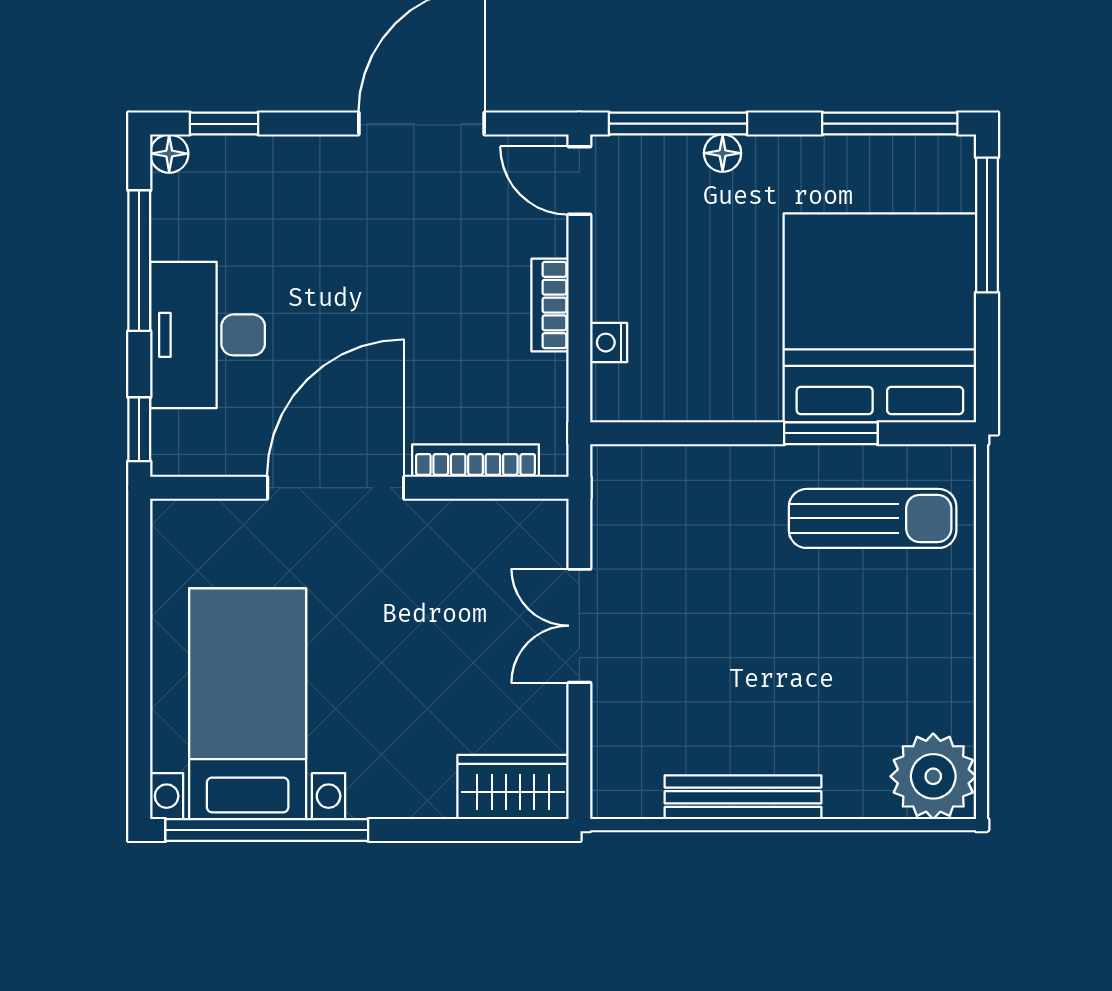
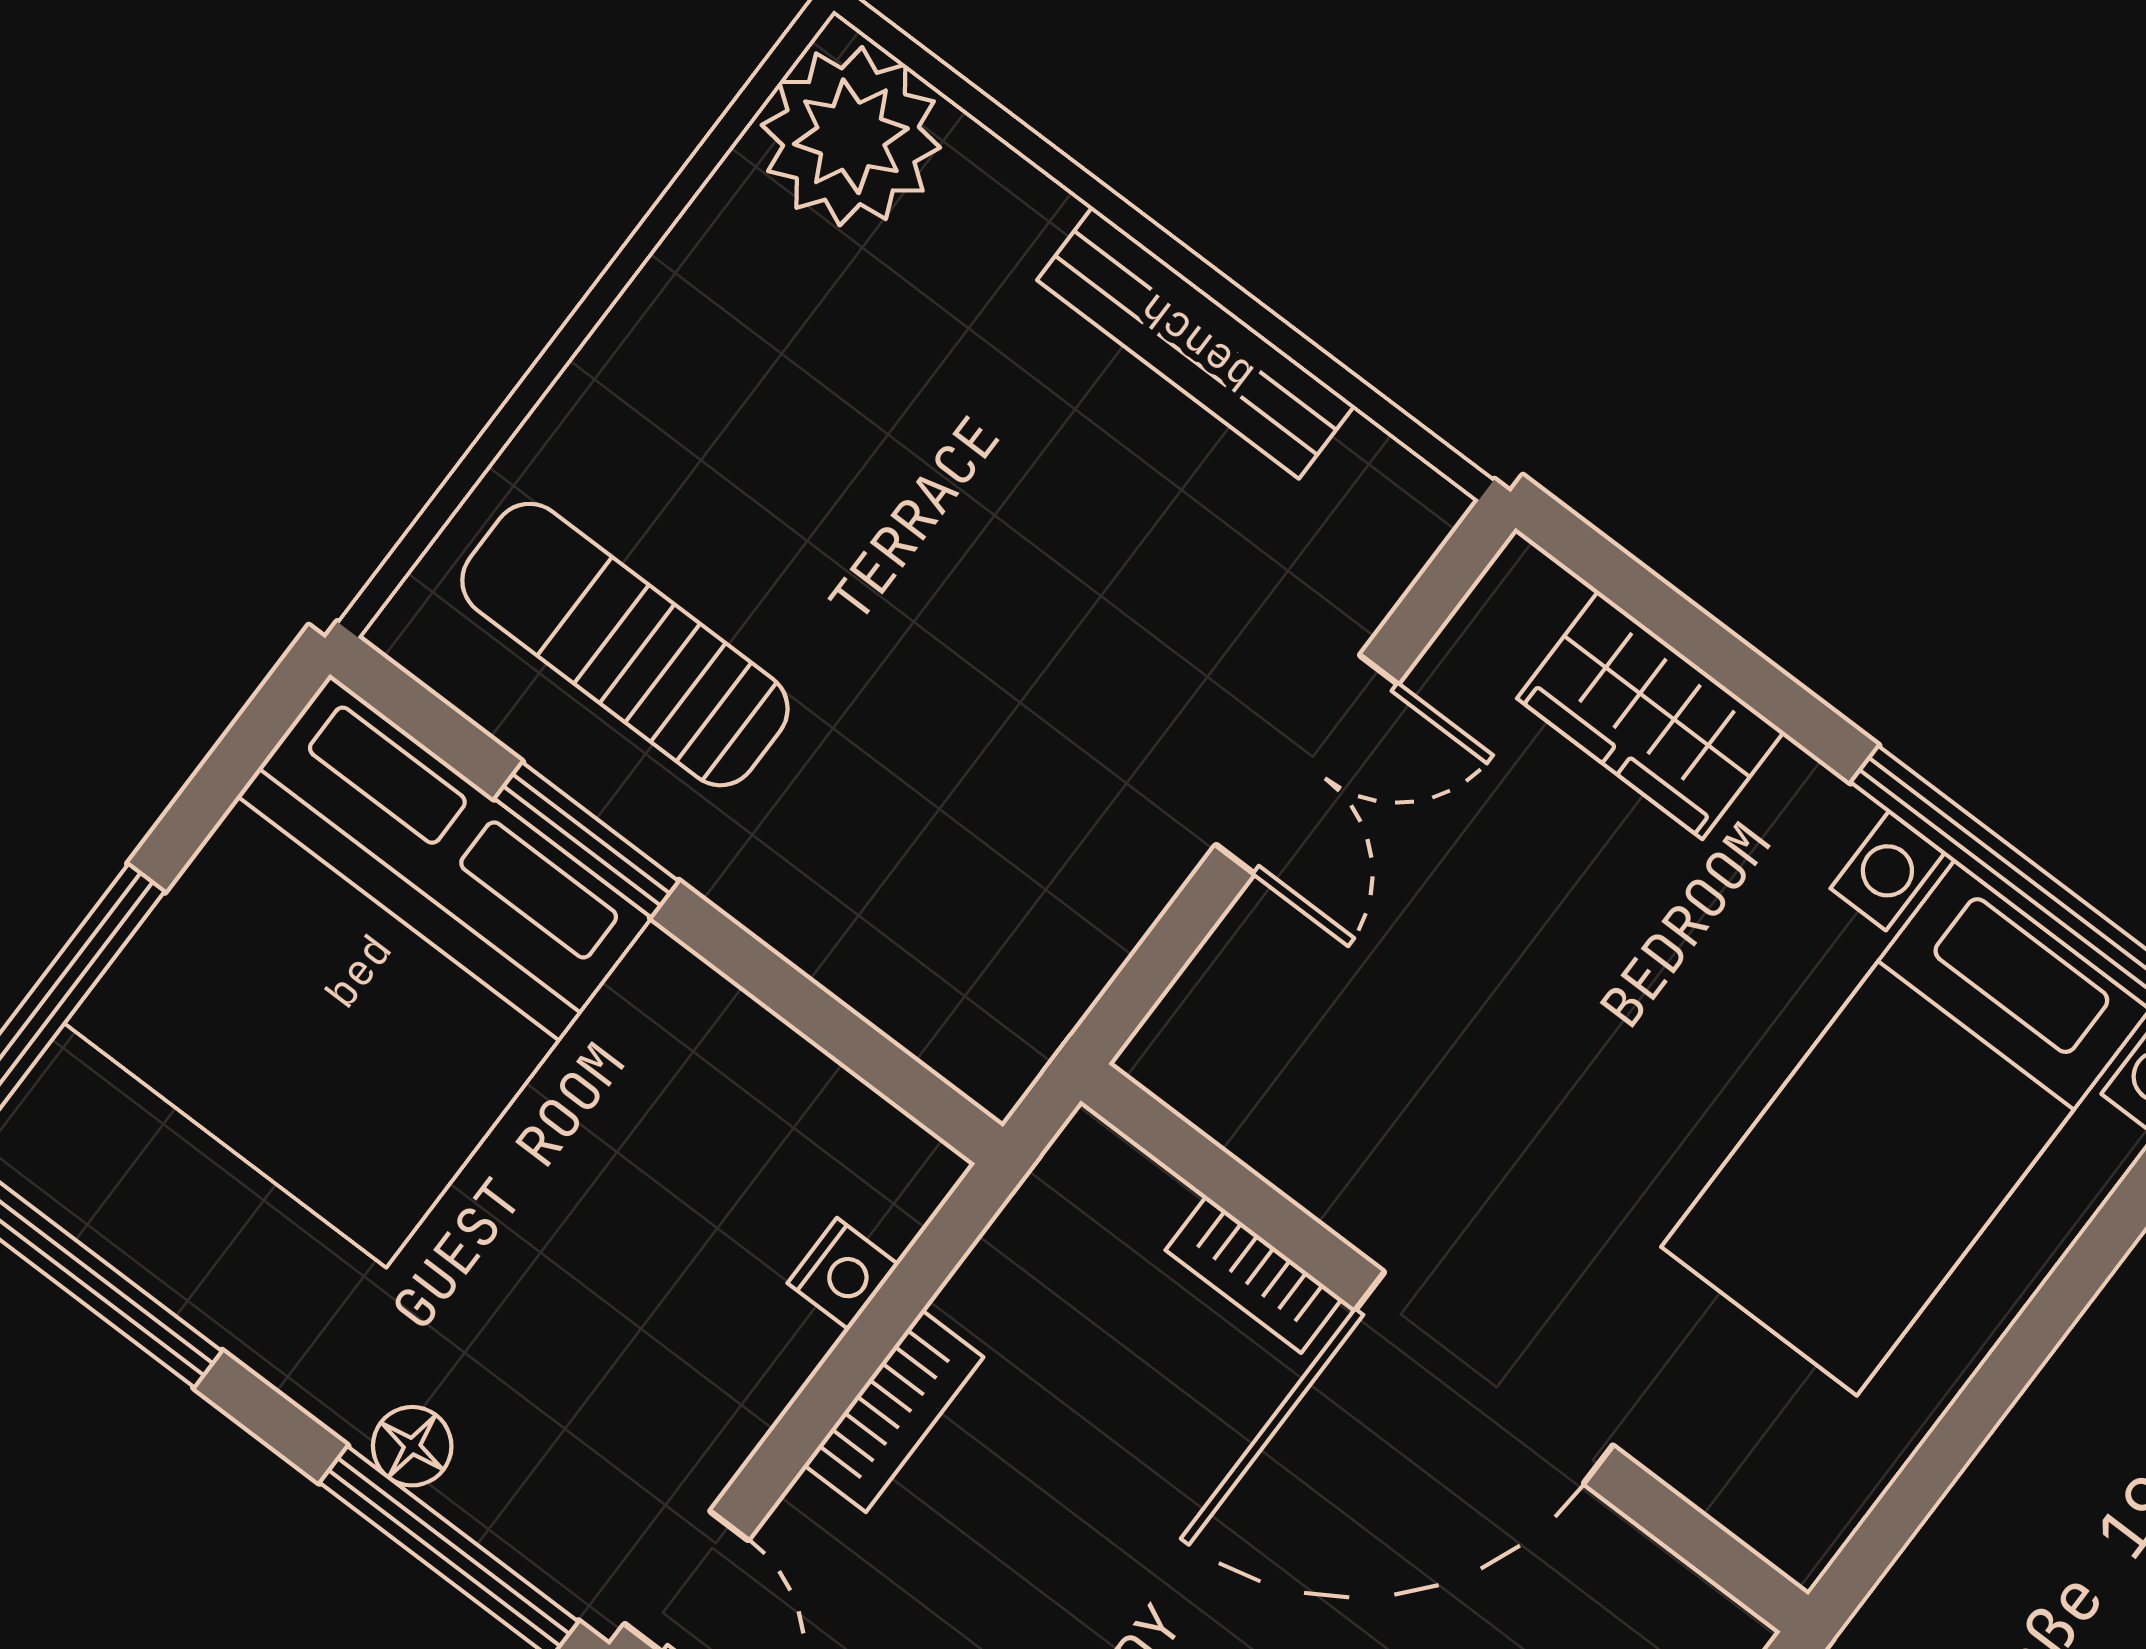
bookcase: (476, 461) -> (1254, 1274), width x0.64
double door: (579, 626) -> (1307, 764), moved
wardrobe: (513, 787) -> (1650, 715), moved

